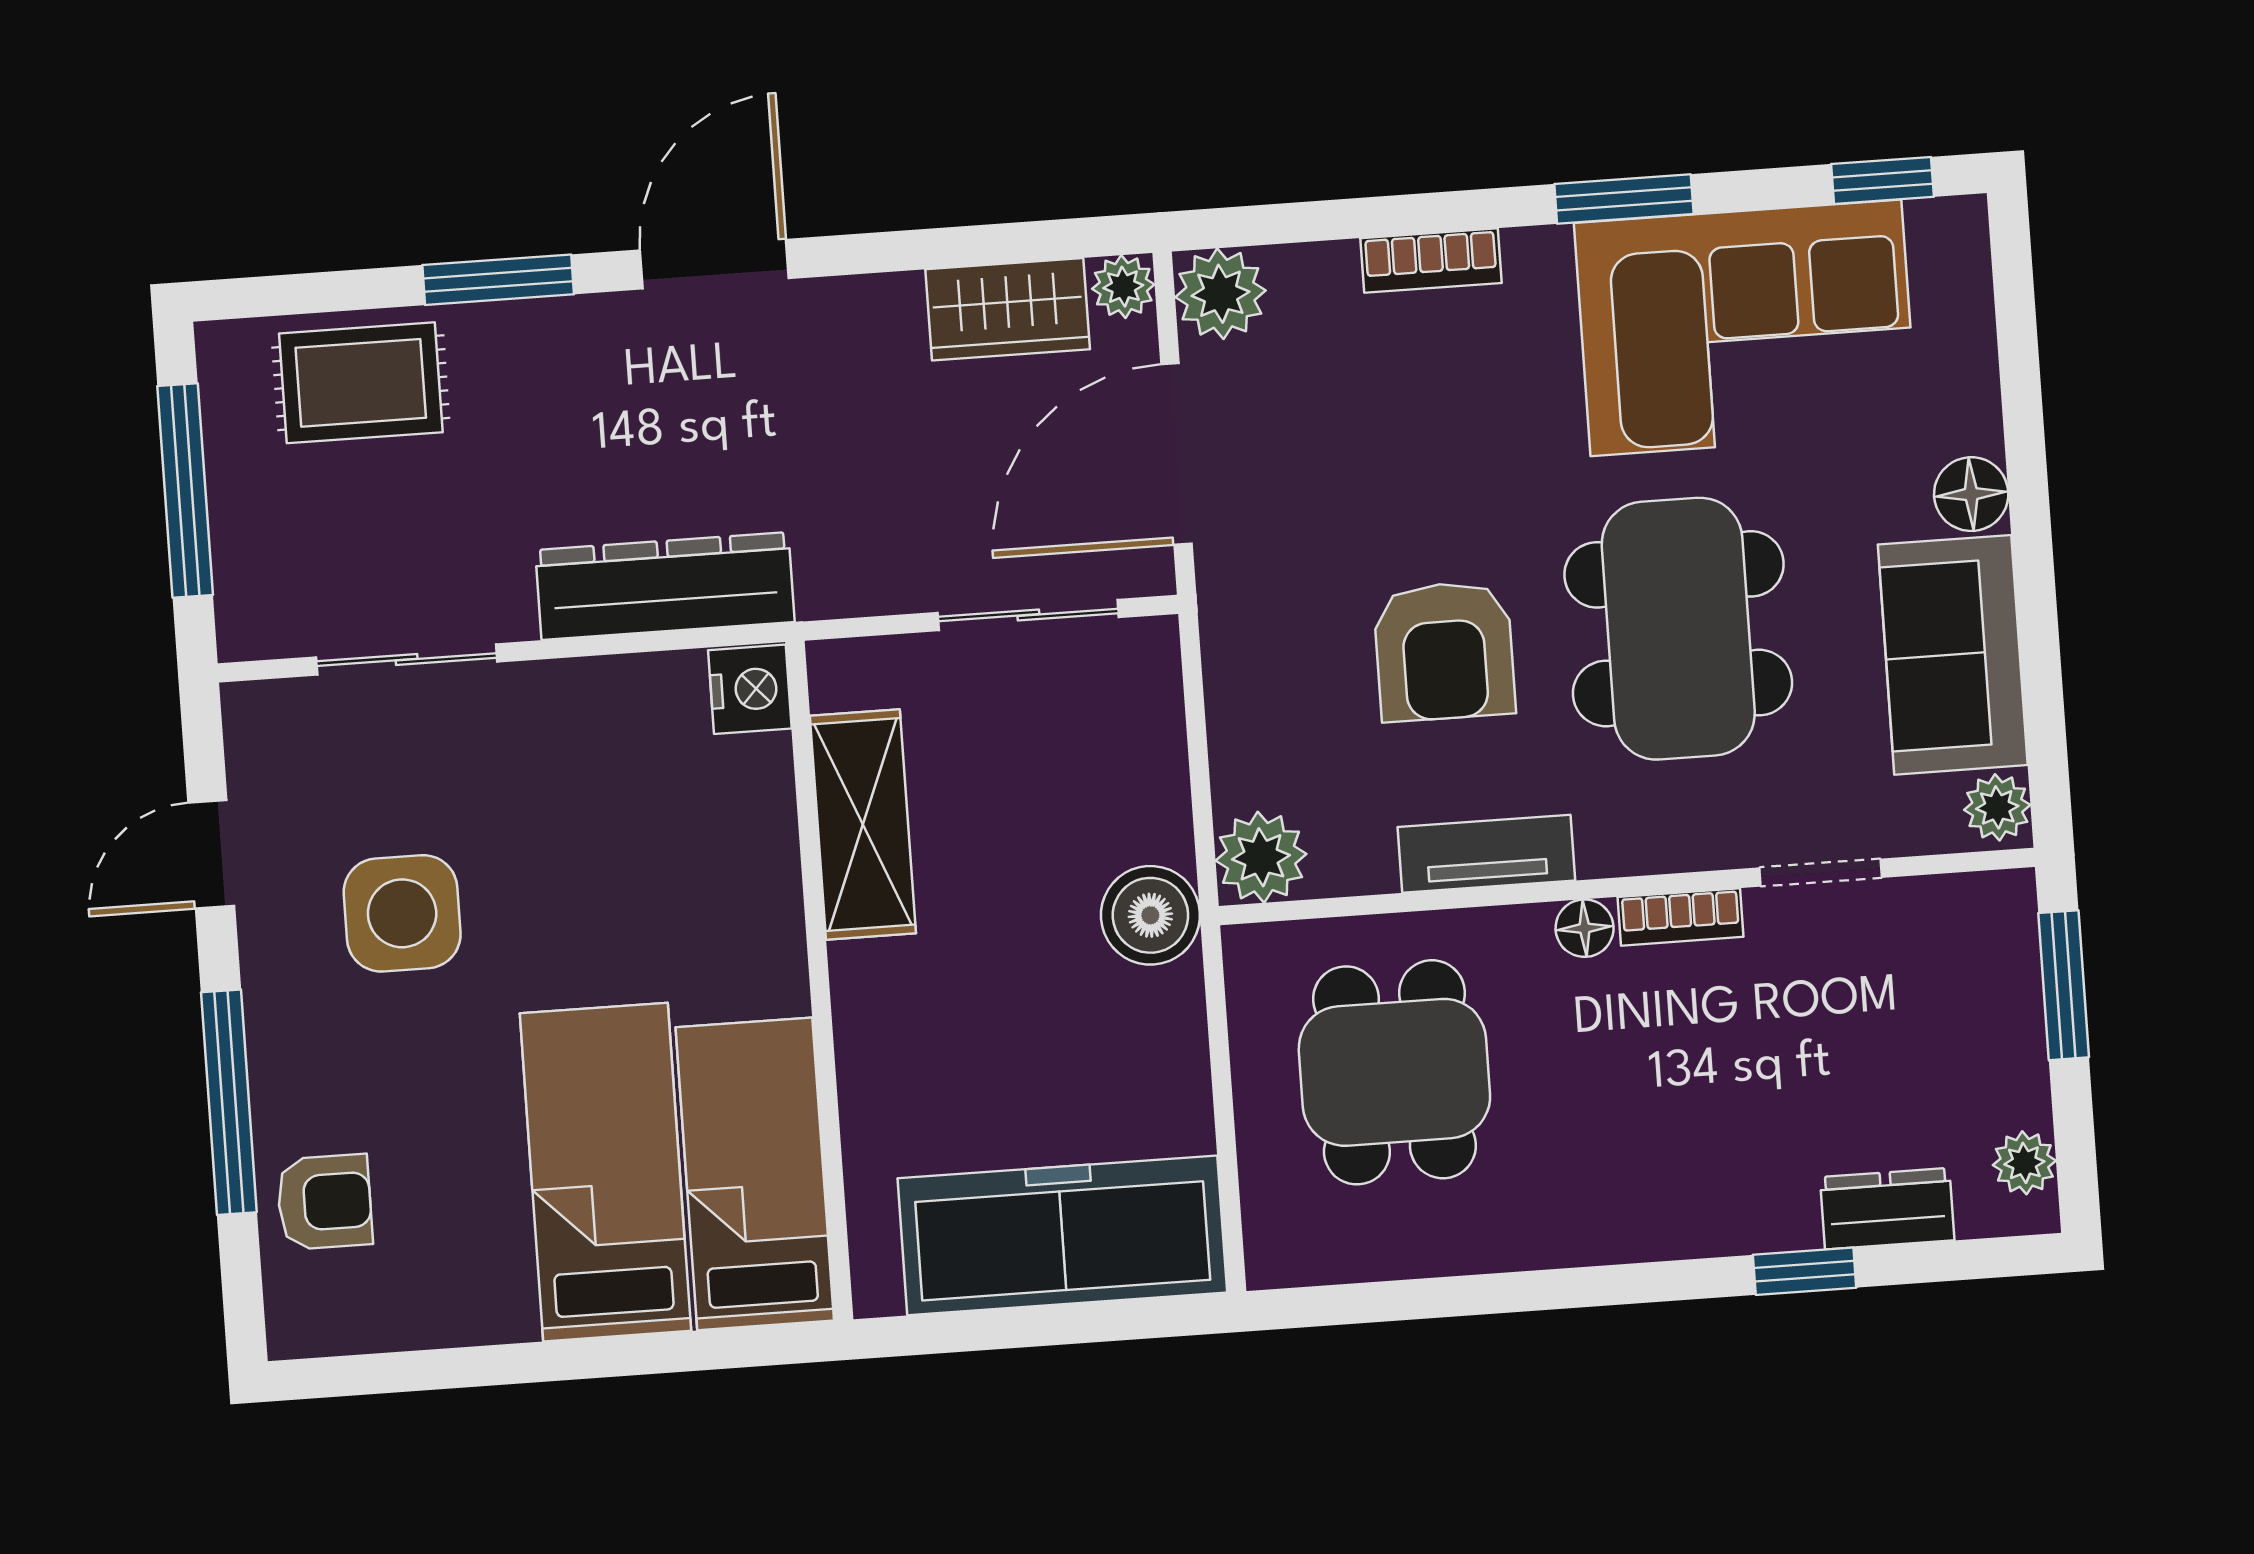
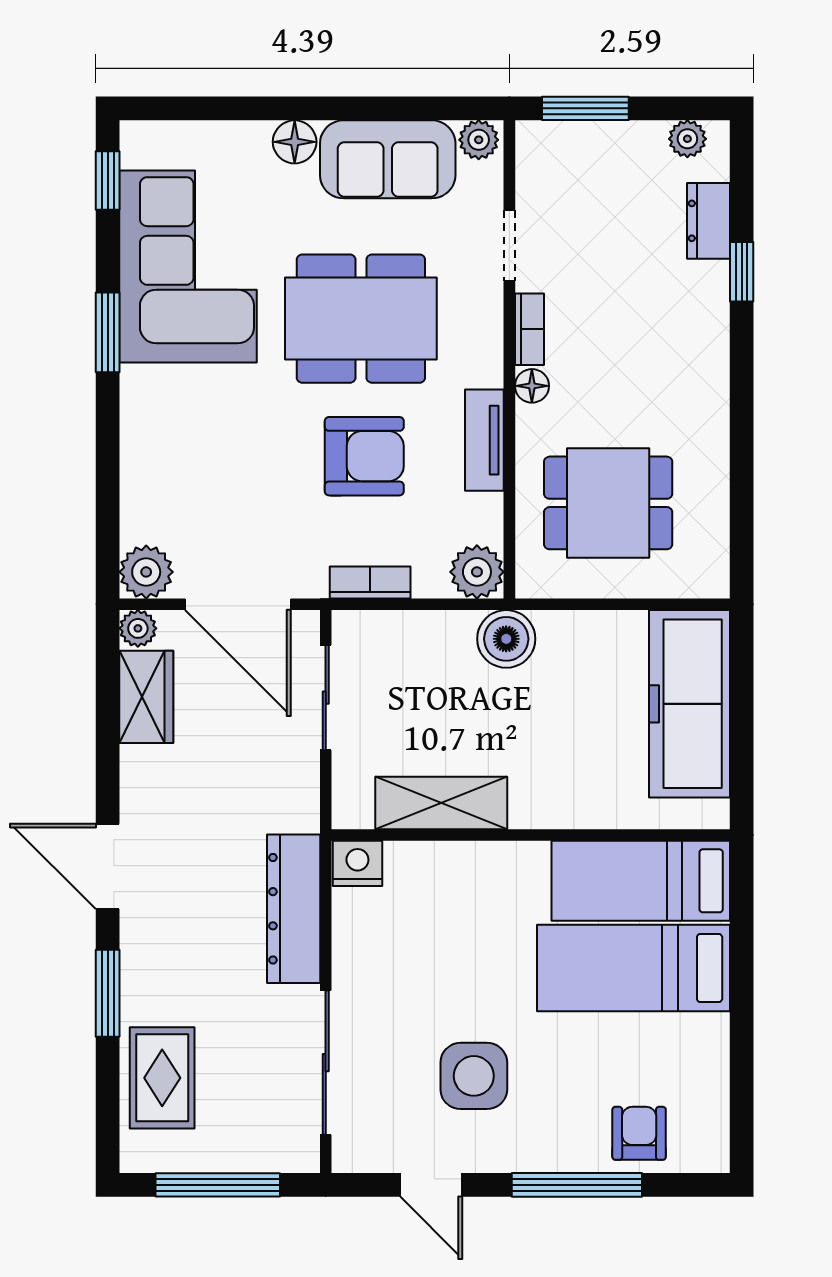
bookcase: (1431, 261) -> (370, 583), moved, turned -90
sliding door: (407, 660) -> (326, 1063), width x1.37

